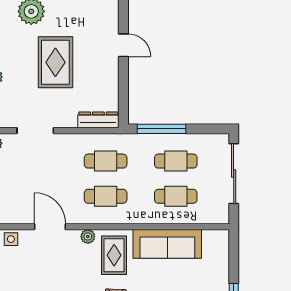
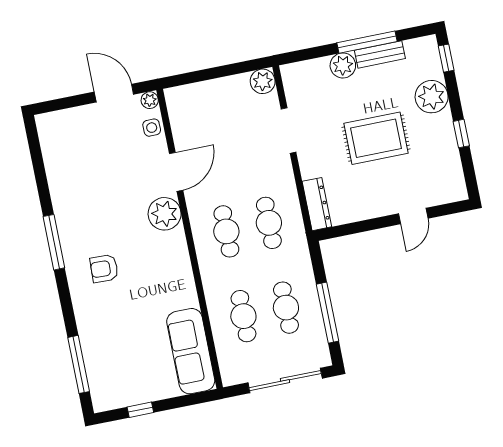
window: (162, 129) -> (327, 313), moved
plant: (88, 236) -> (165, 214), width x1.87, depth x1.87
sofa: (167, 244) -> (191, 351), moved
rug: (114, 255) -> (157, 256), removed

